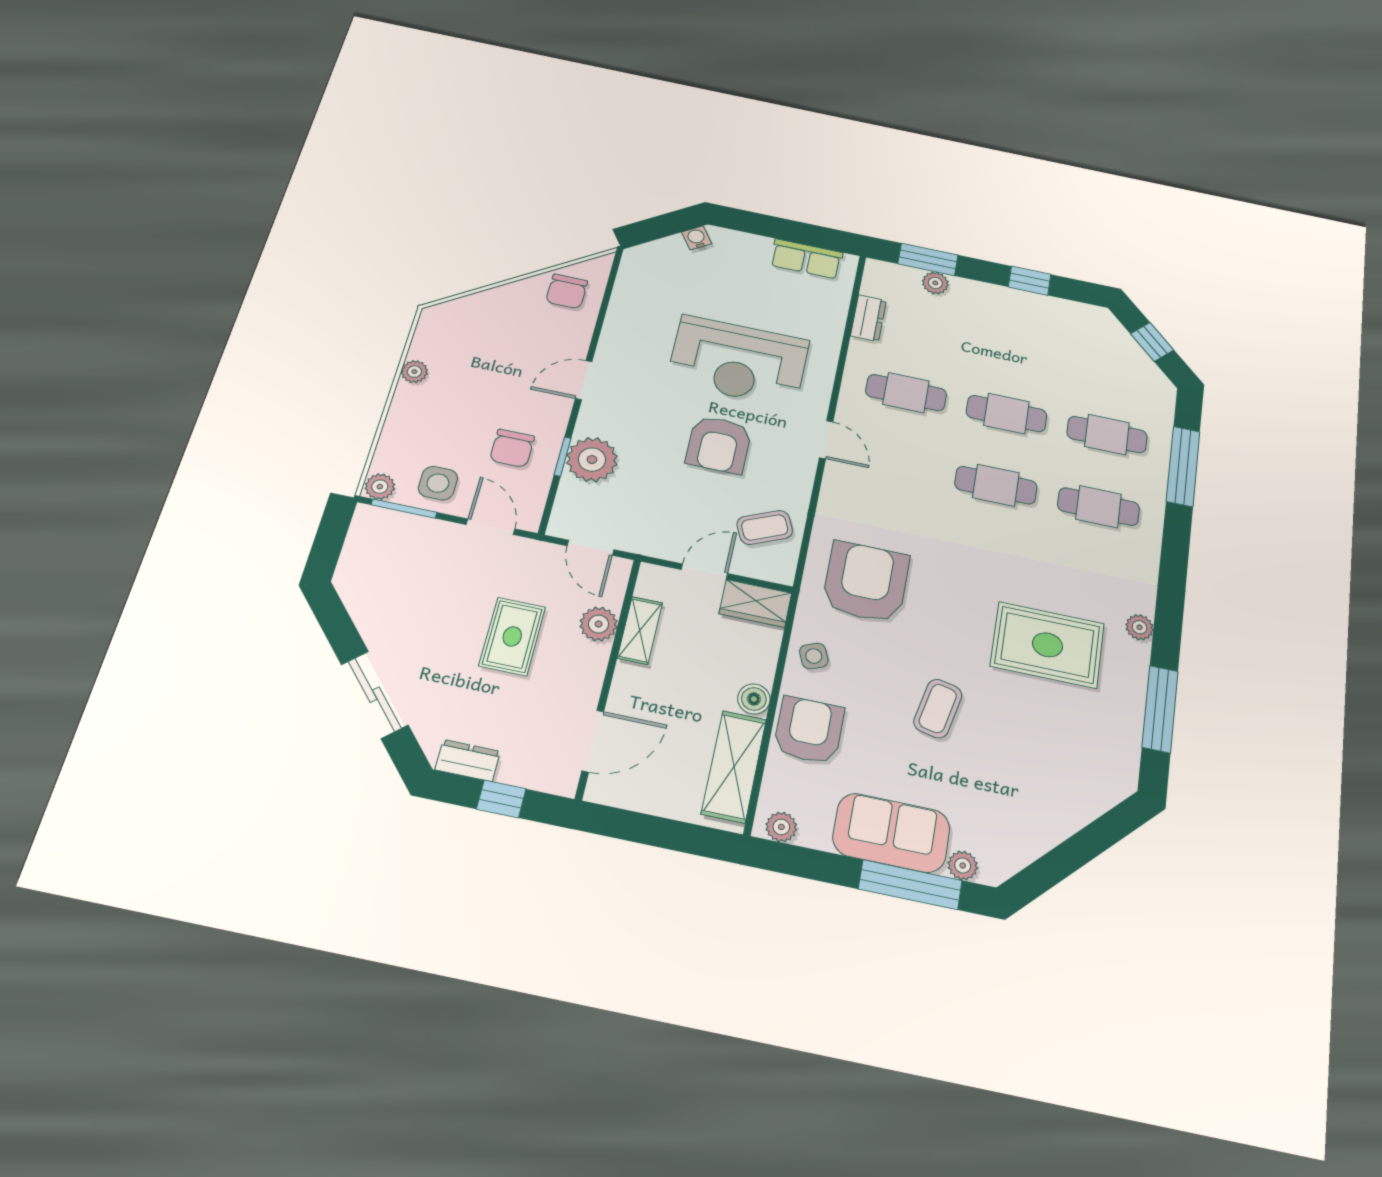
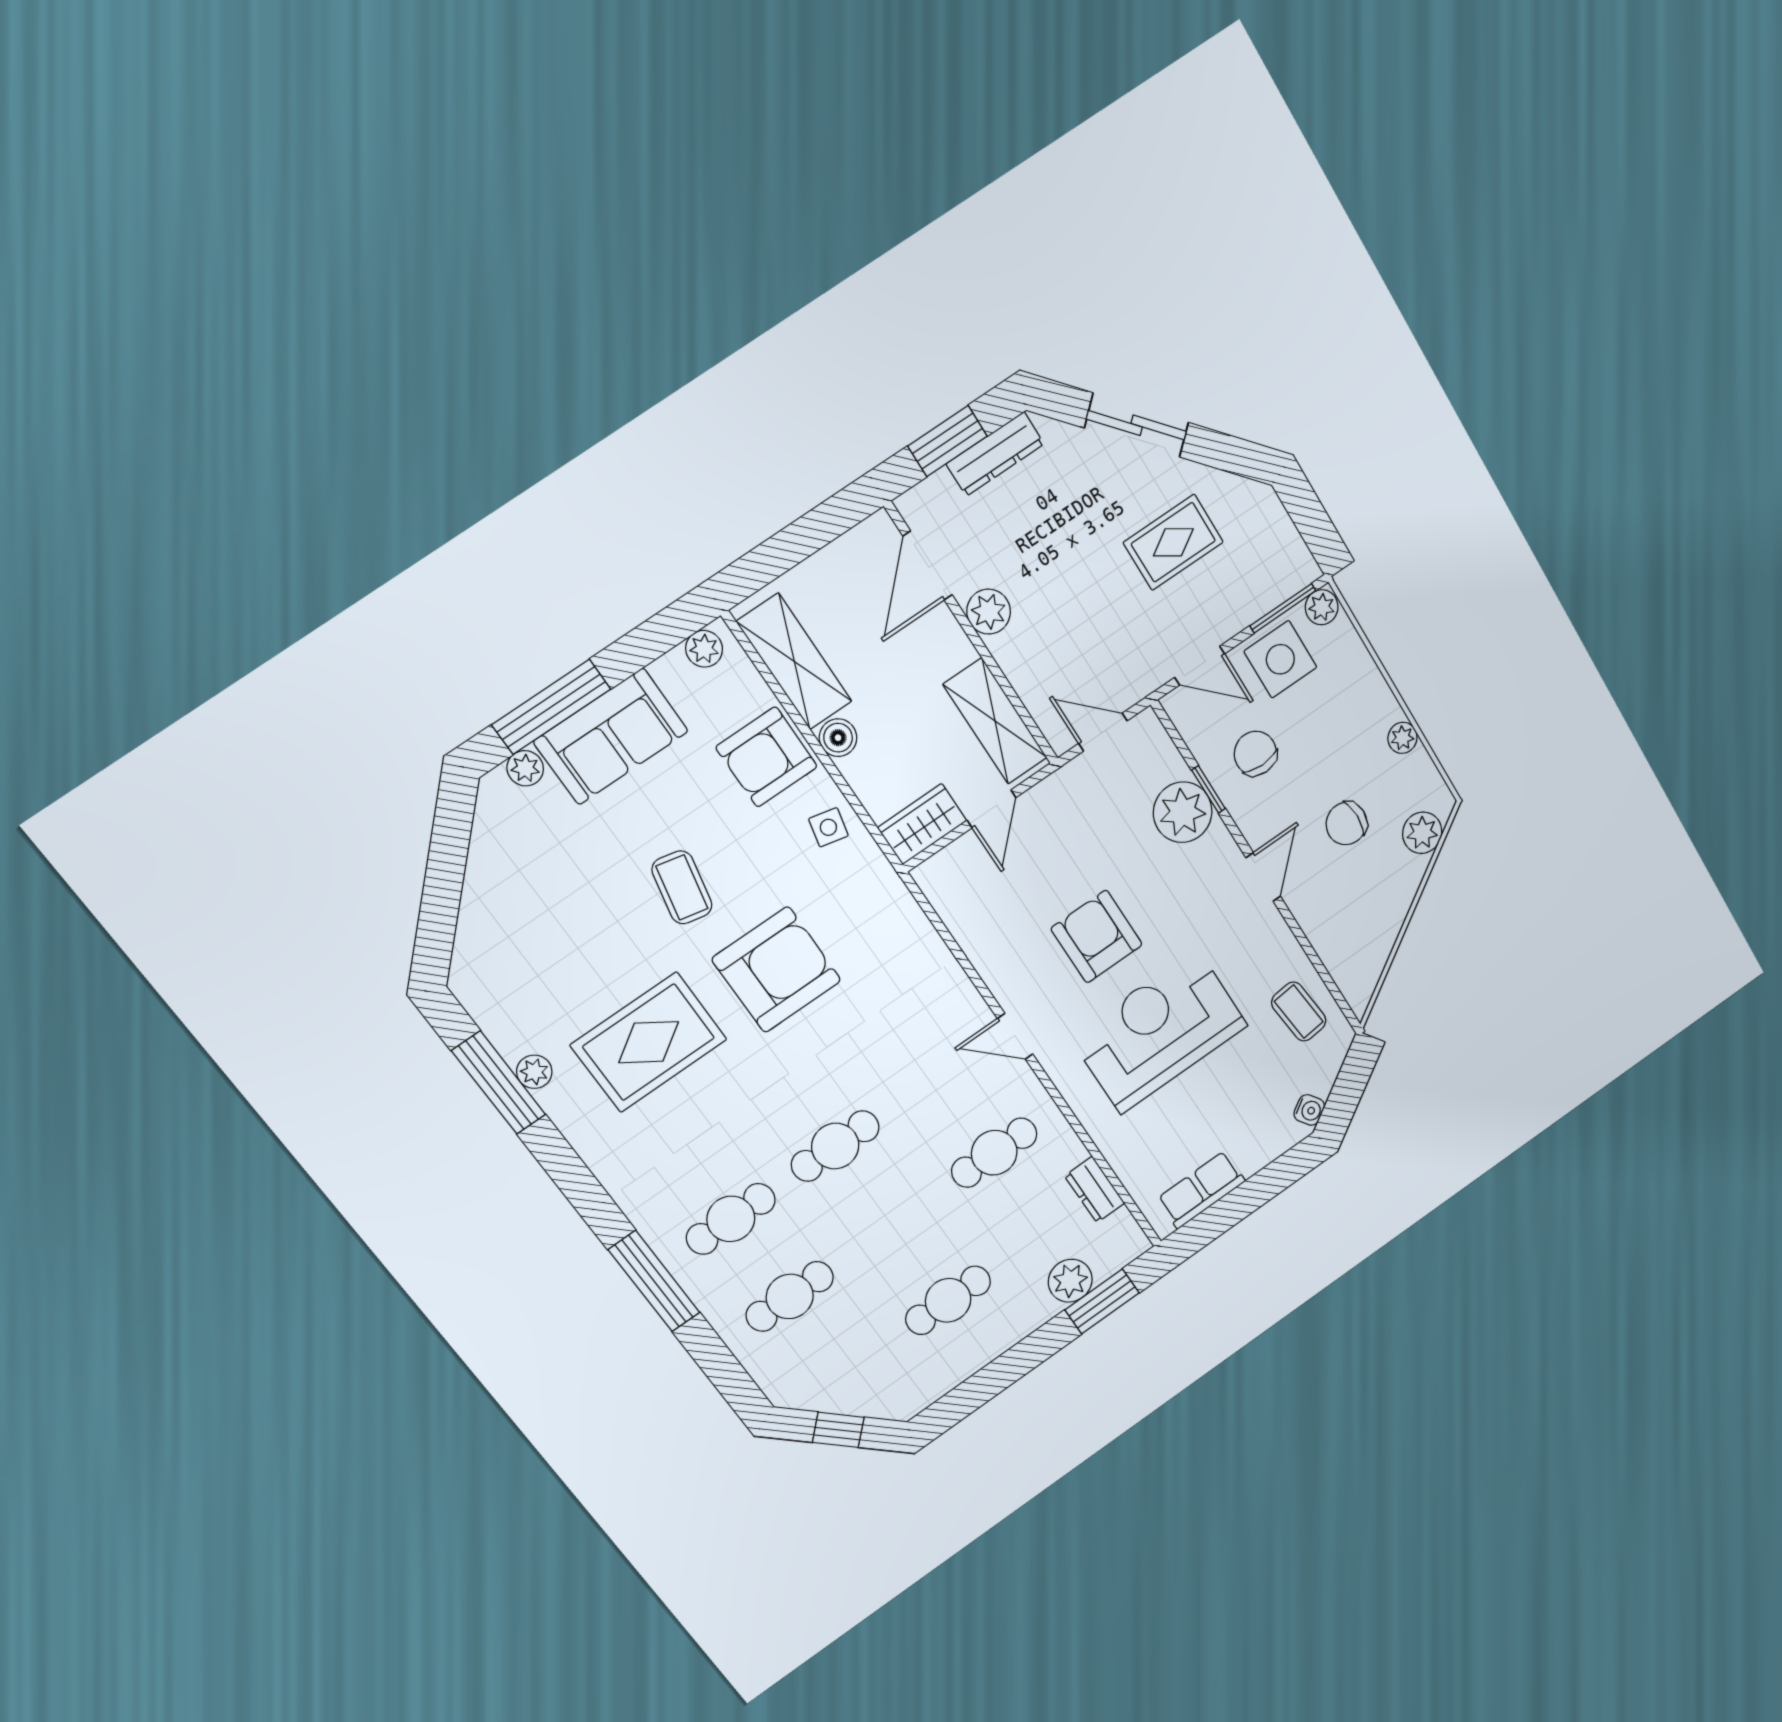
window: (1029, 281) -> (998, 1375), removed
plant: (935, 283) -> (1070, 1281), width x1.38, depth x1.38
chair: (567, 291) -> (1346, 823), moved, turned -90
plant: (462, 312) -> (1422, 833), added
cafe table: (1007, 414) -> (948, 1300), moved
window: (1183, 466) -> (654, 1281), moved
side table: (438, 483) -> (1280, 659), width x1.37, depth x1.37
coffee table: (765, 527) -> (1299, 1012), moved, turned -72
armchair: (866, 582) -> (776, 970), moved, turned -90
plant: (599, 624) -> (989, 612), moved
plant: (1140, 627) -> (534, 1072), moved
shelving: (640, 630) -> (995, 721), width x1.50, depth x1.33
rug: (512, 636) -> (1173, 542), moved, turned 90
side table: (814, 656) -> (828, 827), turned 35
armchair: (809, 730) -> (767, 757), turned 90
dresser: (468, 760) -> (995, 454), width x1.44
window: (501, 799) -> (948, 441), width x1.50

